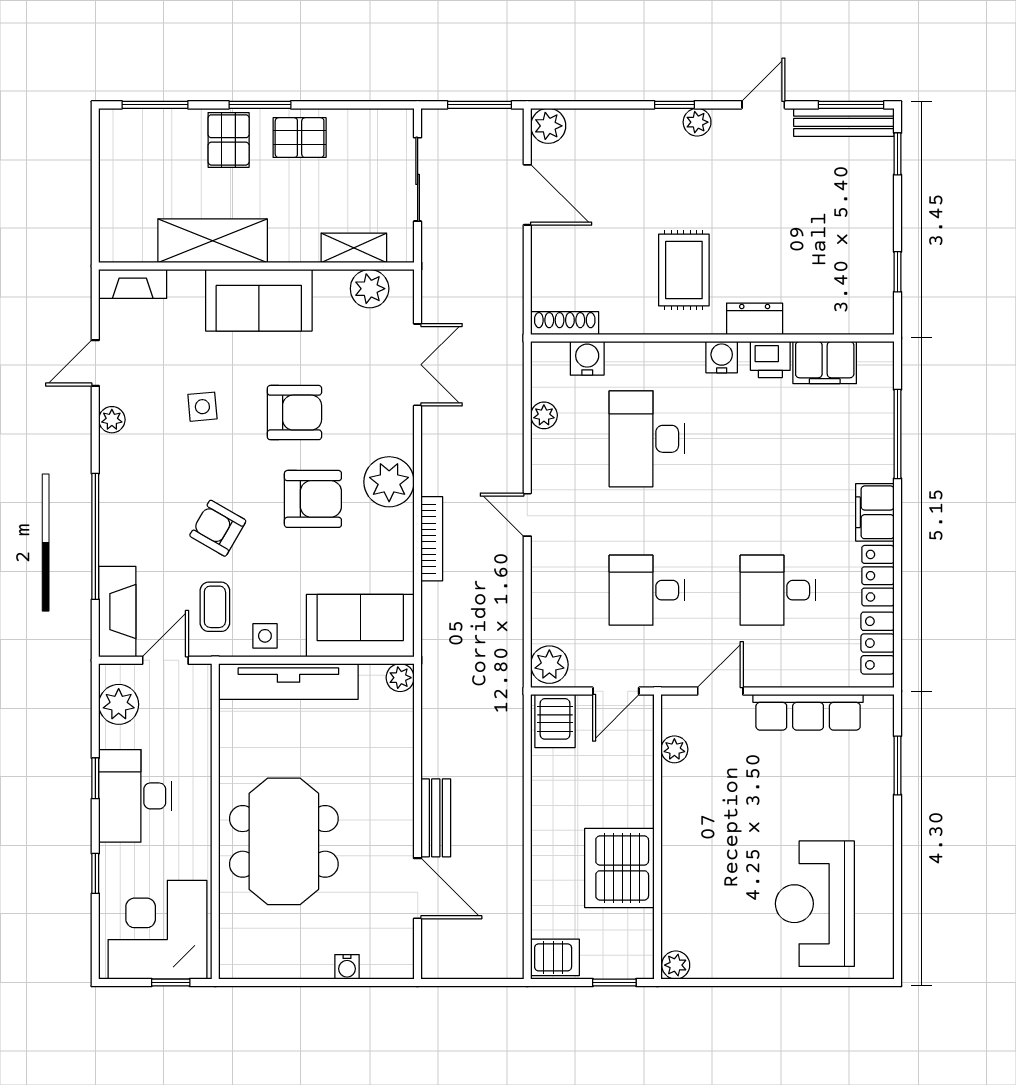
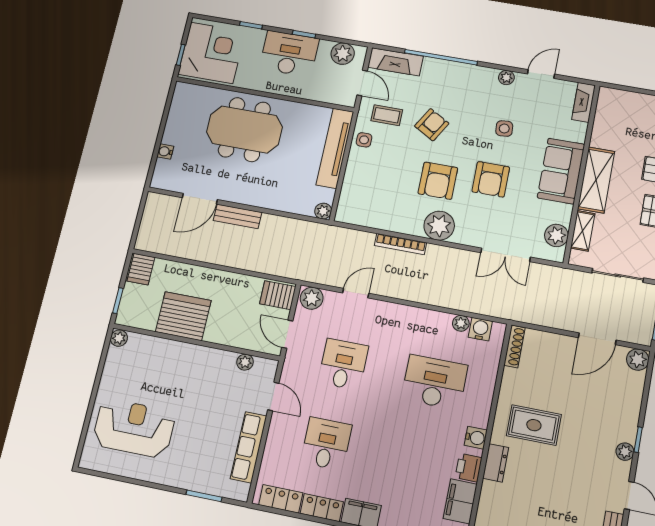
shelving: (213, 241) -> (596, 180), moved
water cooler: (587, 358) -> (480, 329), moved, turned -90
door: (95, 363) -> (541, 74), hinge flipped
door: (527, 515) -> (356, 293), moved
sofa: (360, 626) -> (358, 194), removed

